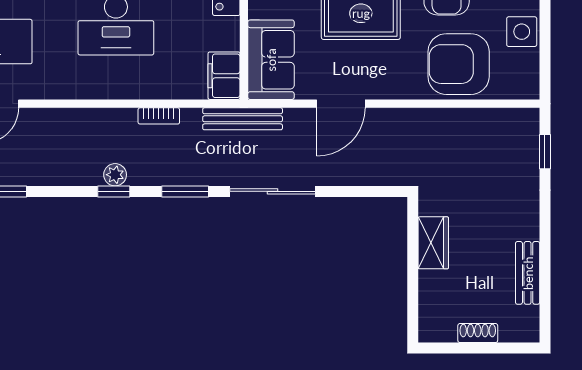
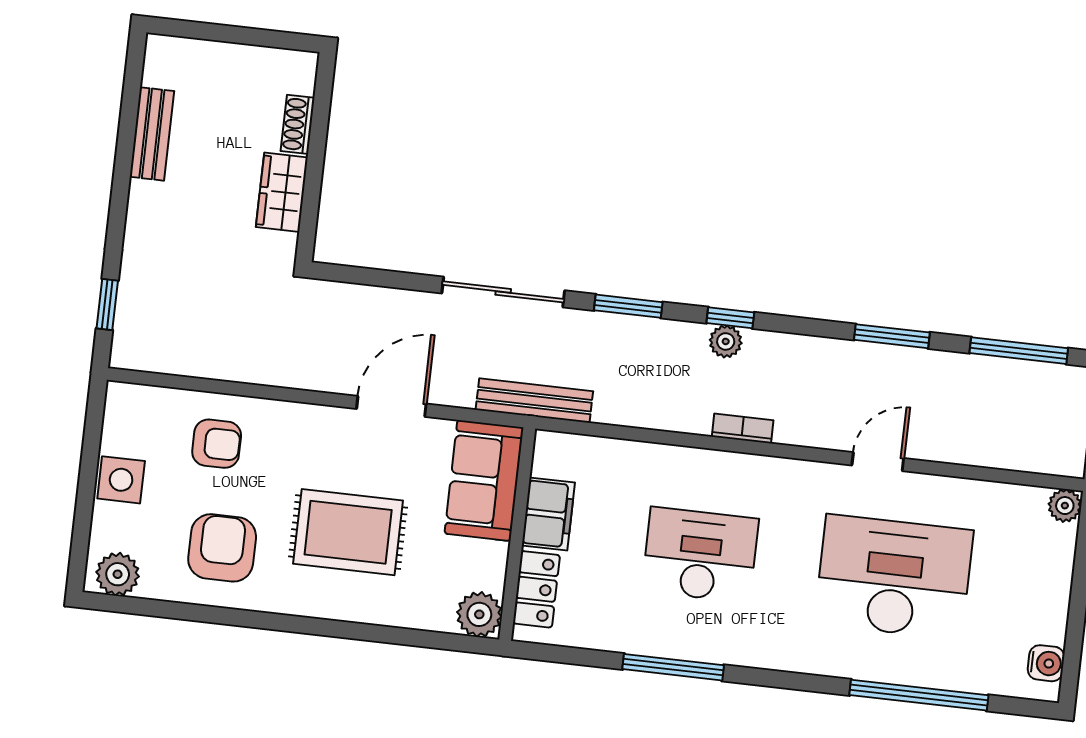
armchair: (459, 64) -> (217, 444), width x0.53, depth x0.53
filing cabinet: (224, 76) -> (548, 514), moved
bookcase: (159, 116) -> (743, 428), moved
shoe rack: (478, 333) -> (298, 124), moved, turned 90

